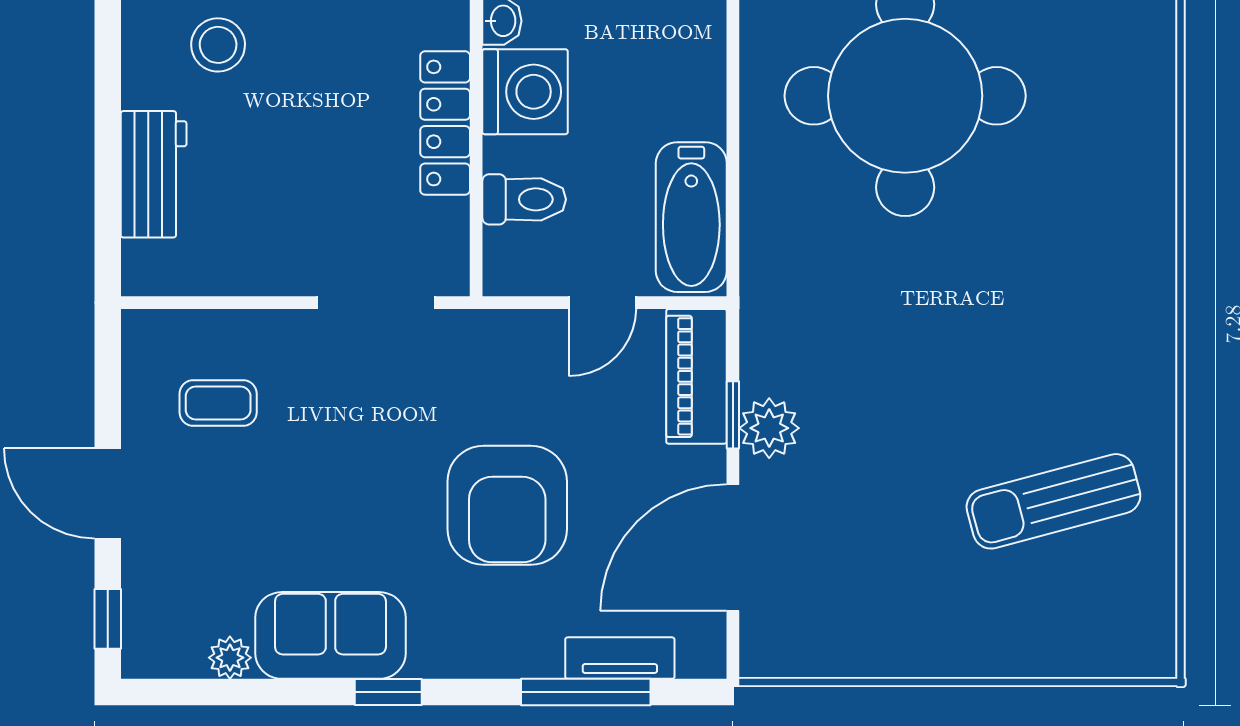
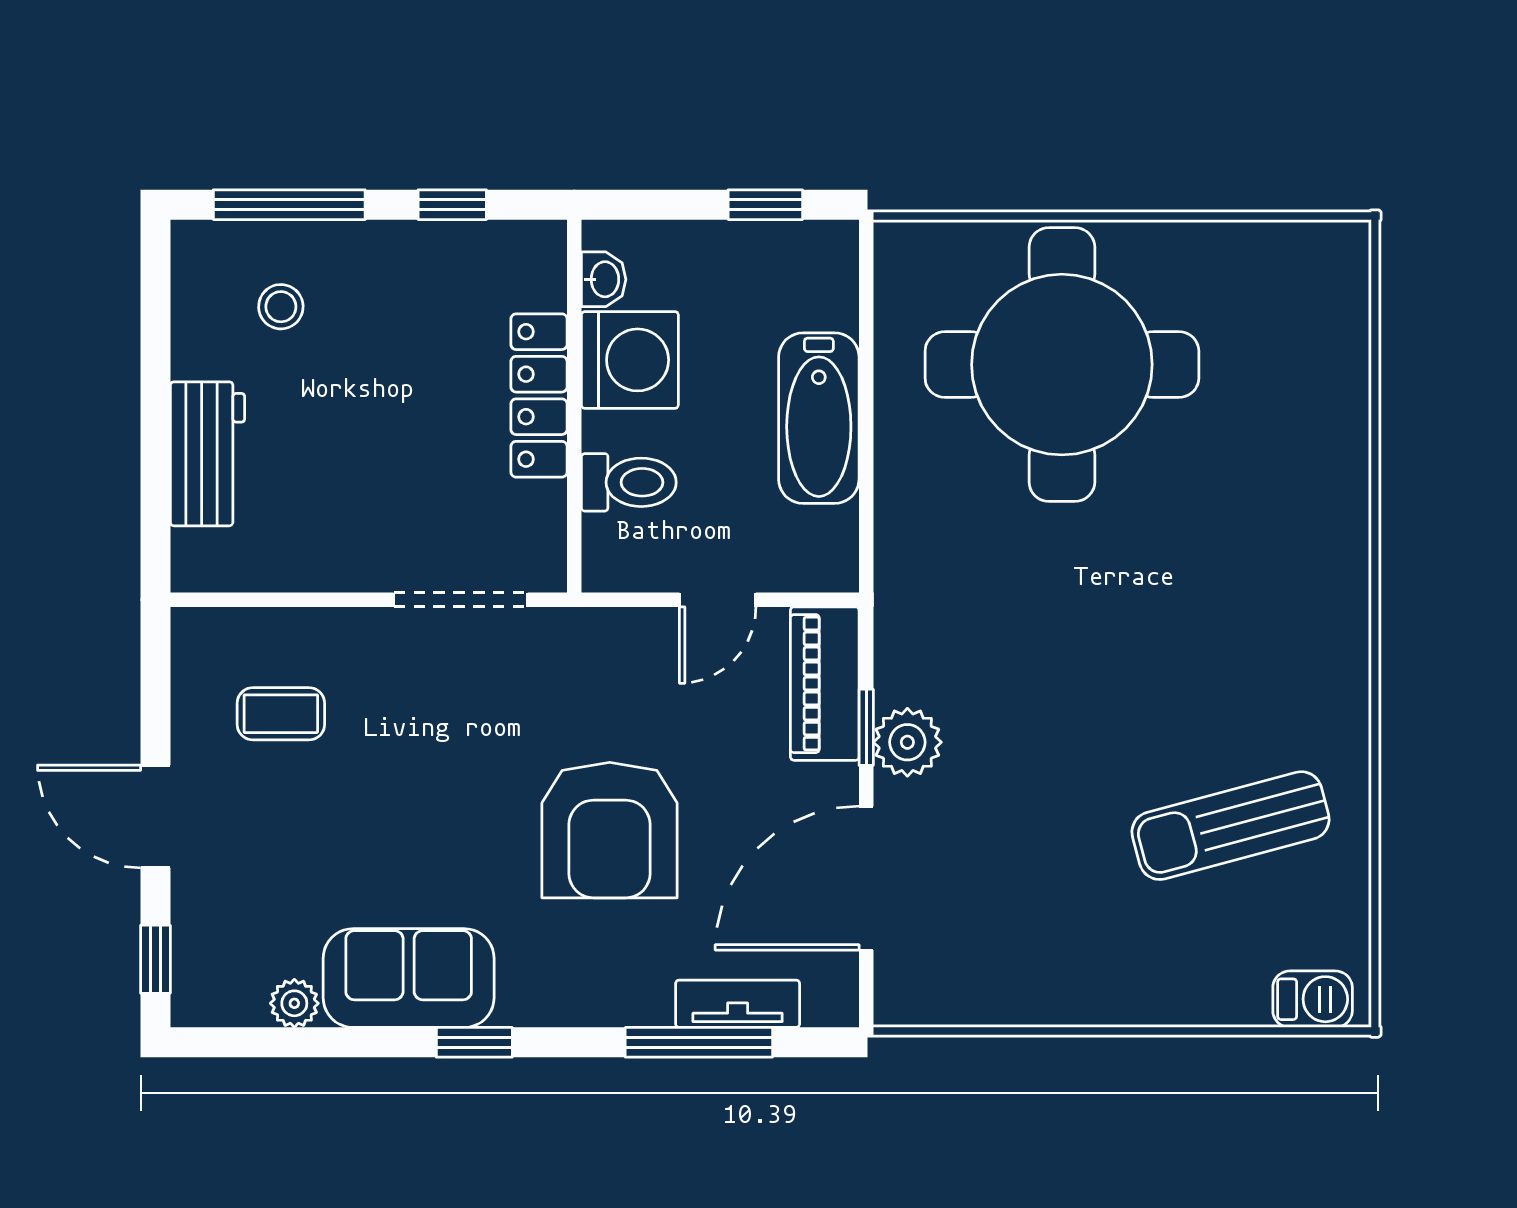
stool: (218, 45) -> (281, 307), width x0.73, depth x0.73
bathtub: (691, 217) -> (819, 418), moved
barbecue: (1126, 654) -> (1313, 999), added

